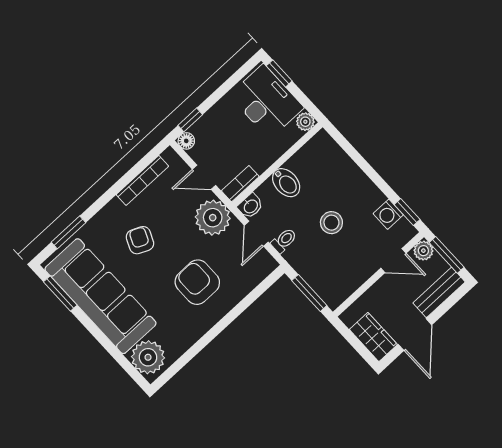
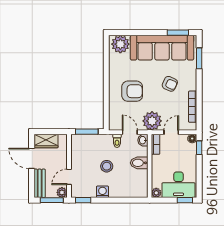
washing machine: (388, 214) -> (102, 192), moved

